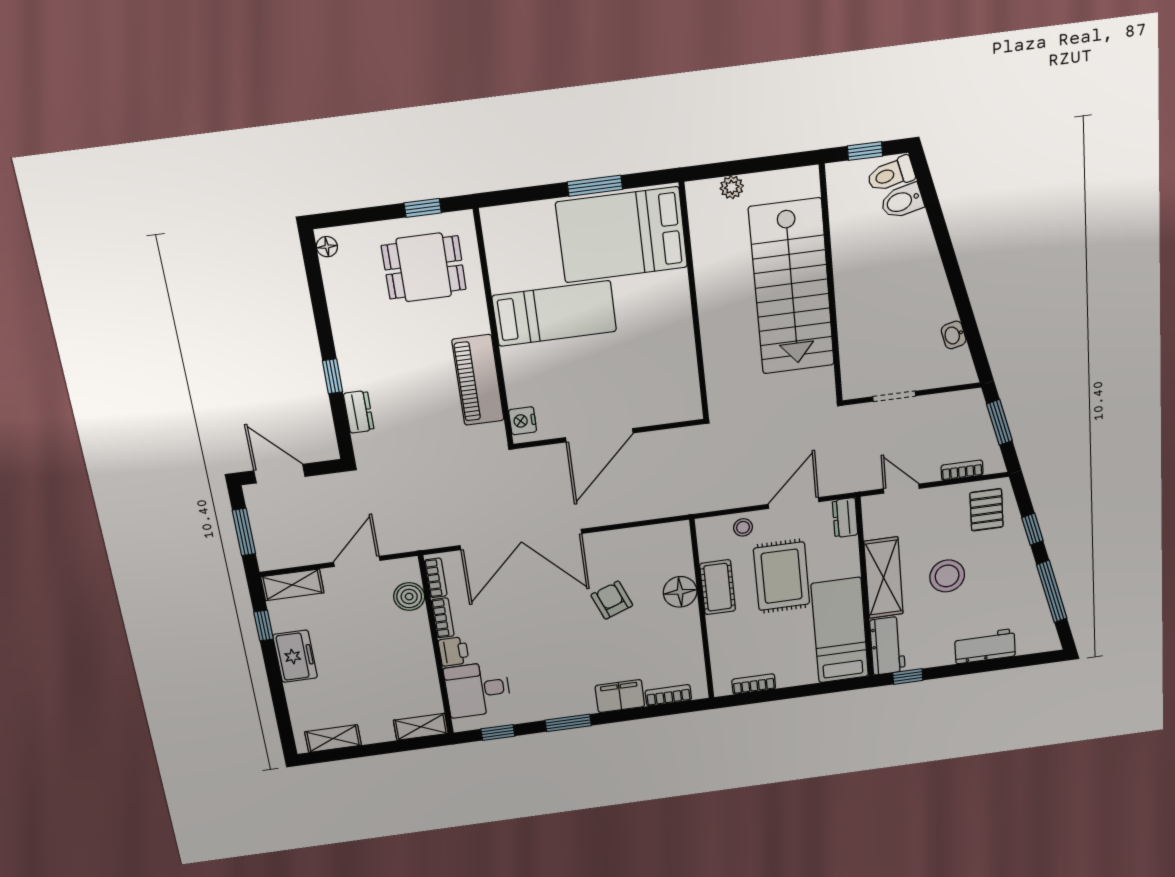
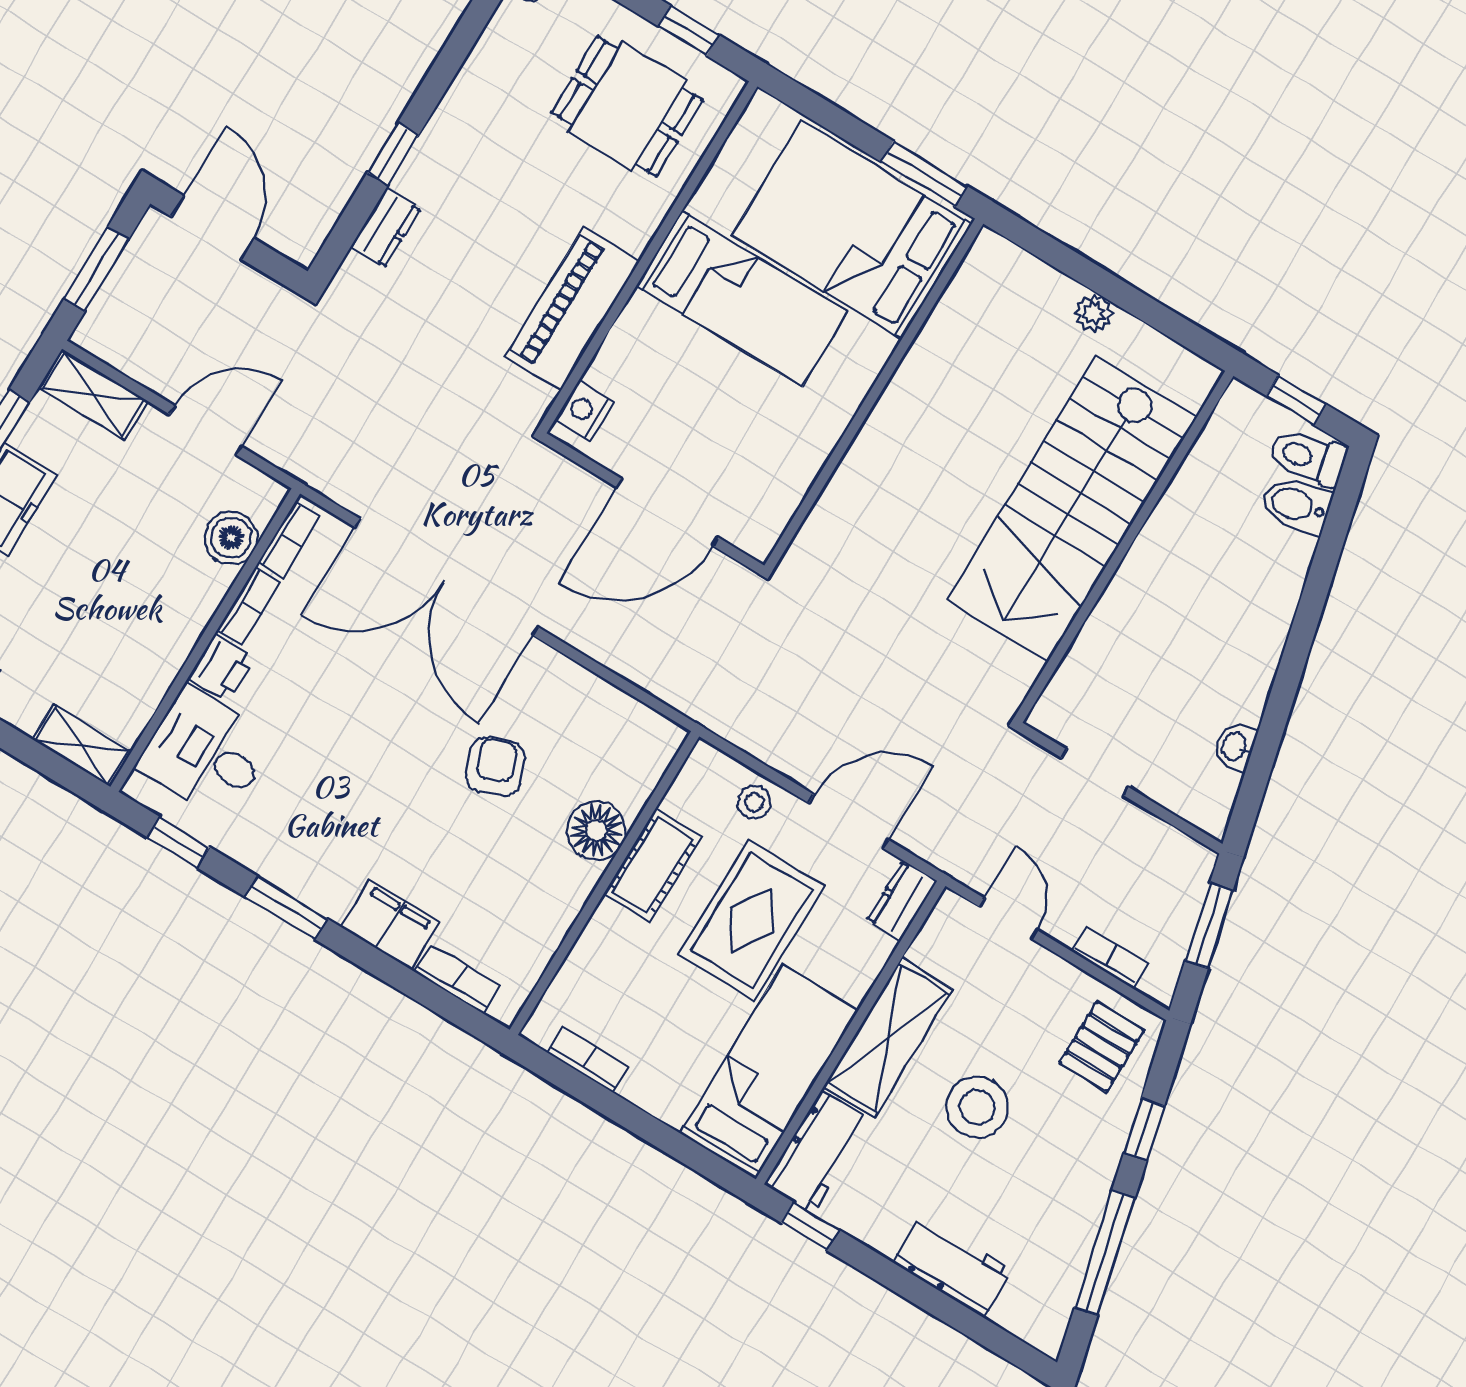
bed: (622, 235) -> (852, 230), moved
wall: (694, 303) -> (874, 395), moved

